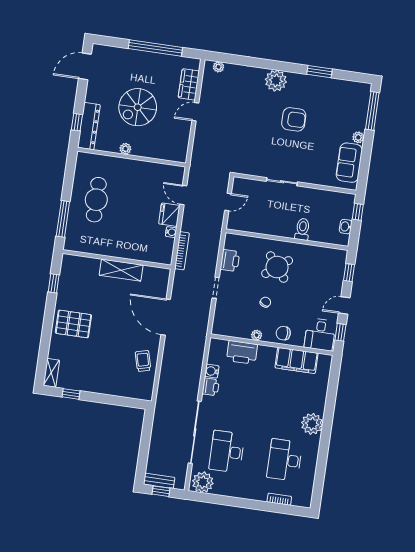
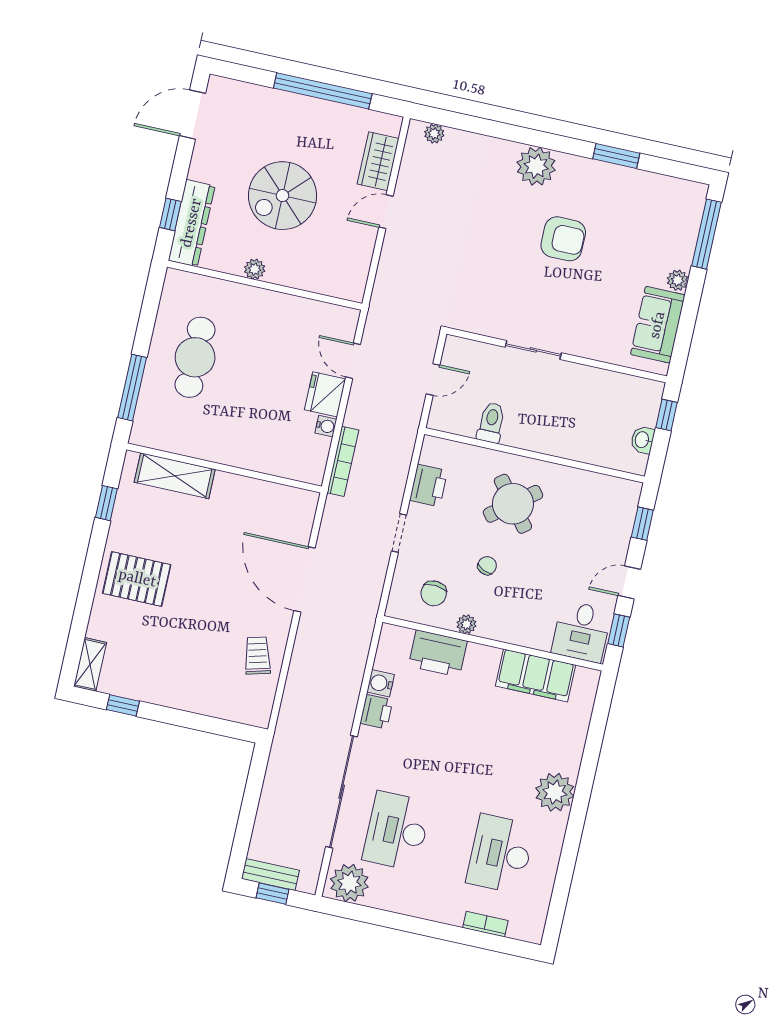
toilet: (302, 229) -> (491, 423), moved
shelving: (121, 270) -> (175, 476), moved
chair: (283, 333) -> (434, 593), moved, turned -86

